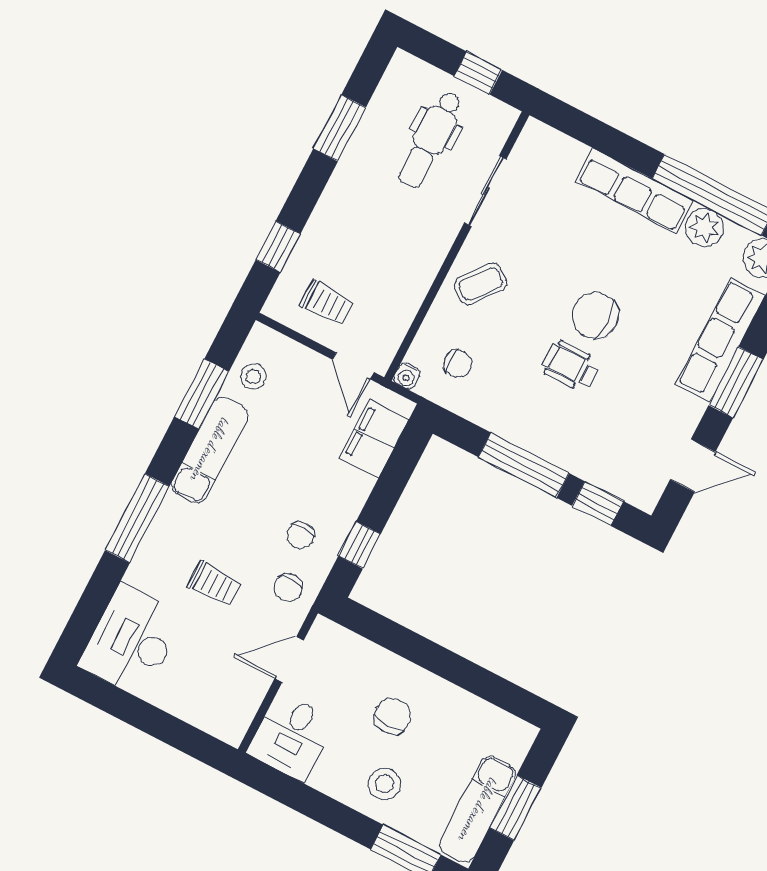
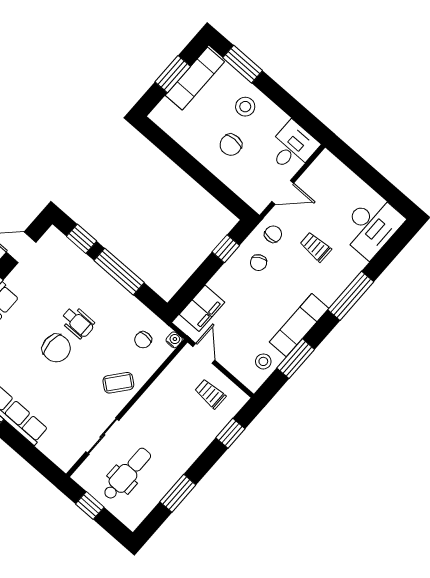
chair: (458, 364) -> (143, 340), turned -90
chair: (300, 535) -> (259, 263), turned 152

